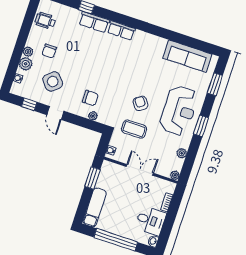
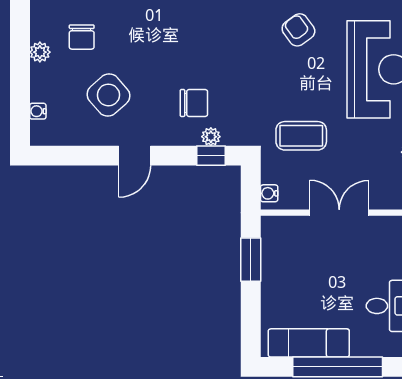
plant: (26, 64) -> (43, 78), removed
armchair: (140, 103) -> (298, 30), moved
window: (29, 104) -> (211, 156), moved
door: (55, 113) -> (135, 156), hinge flipped
exam couch: (95, 207) -> (309, 343), moved, turned -90

